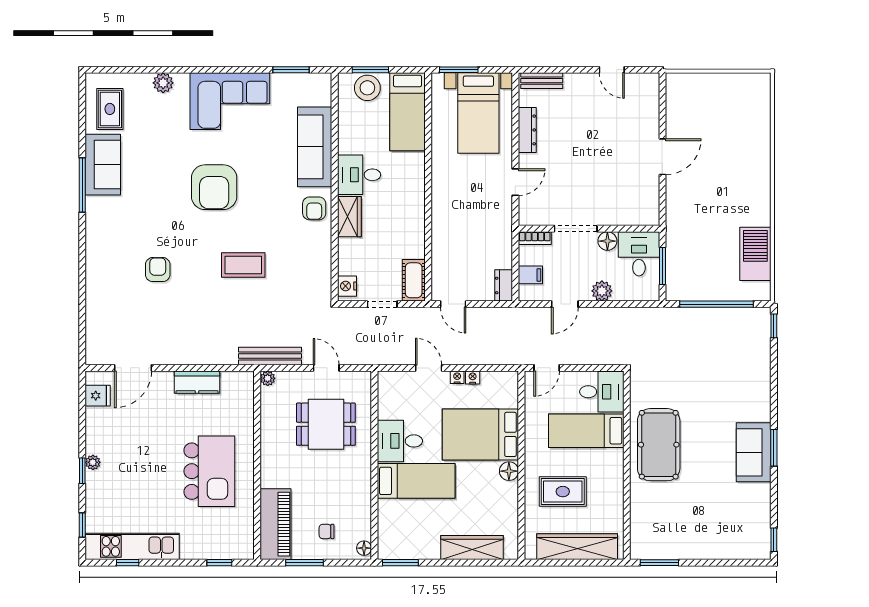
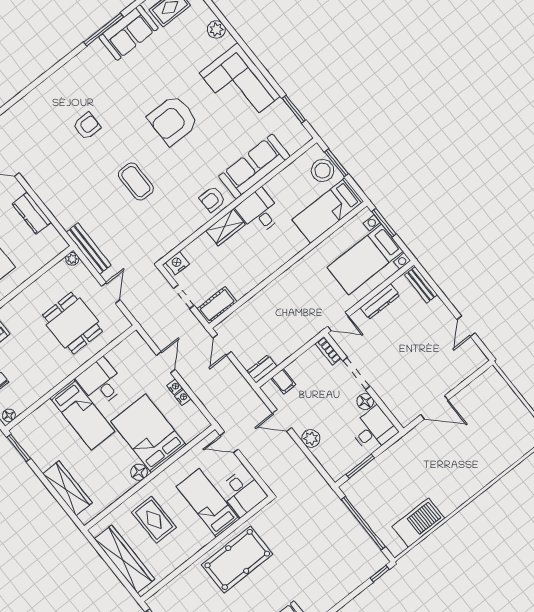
doorway: (576, 229) -> (356, 373), moved
wall: (589, 229) -> (364, 382), moved
bookcase: (535, 238) -> (328, 351), moved
floor lamp: (607, 241) -> (365, 402), moved
desk: (639, 254) -> (373, 430), moved

